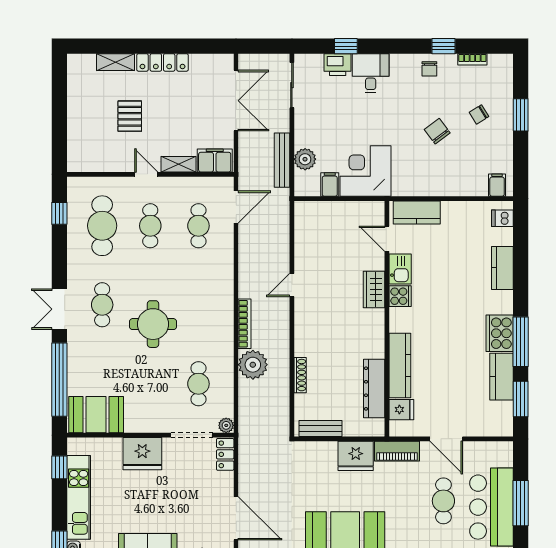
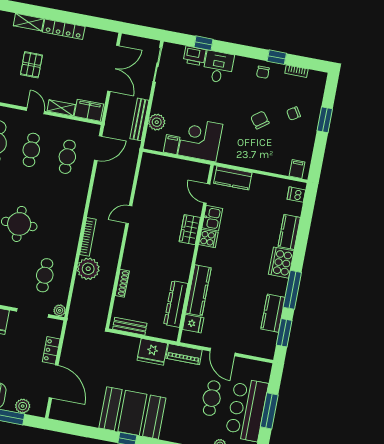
cooker: (500, 333) -> (281, 263), moved
locker: (225, 454) -> (51, 350), moved

